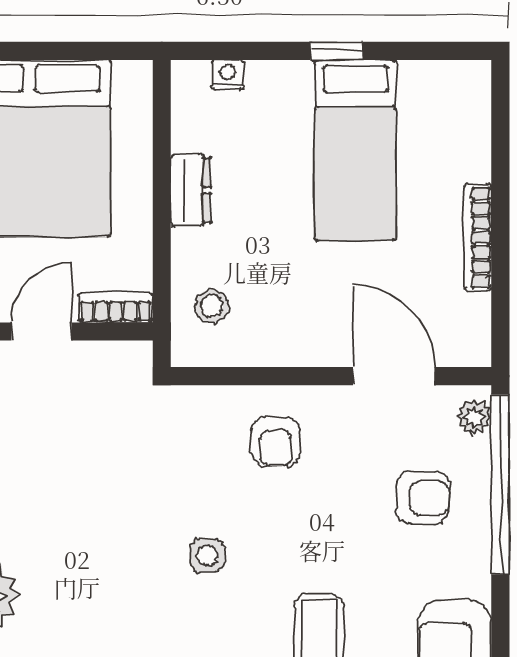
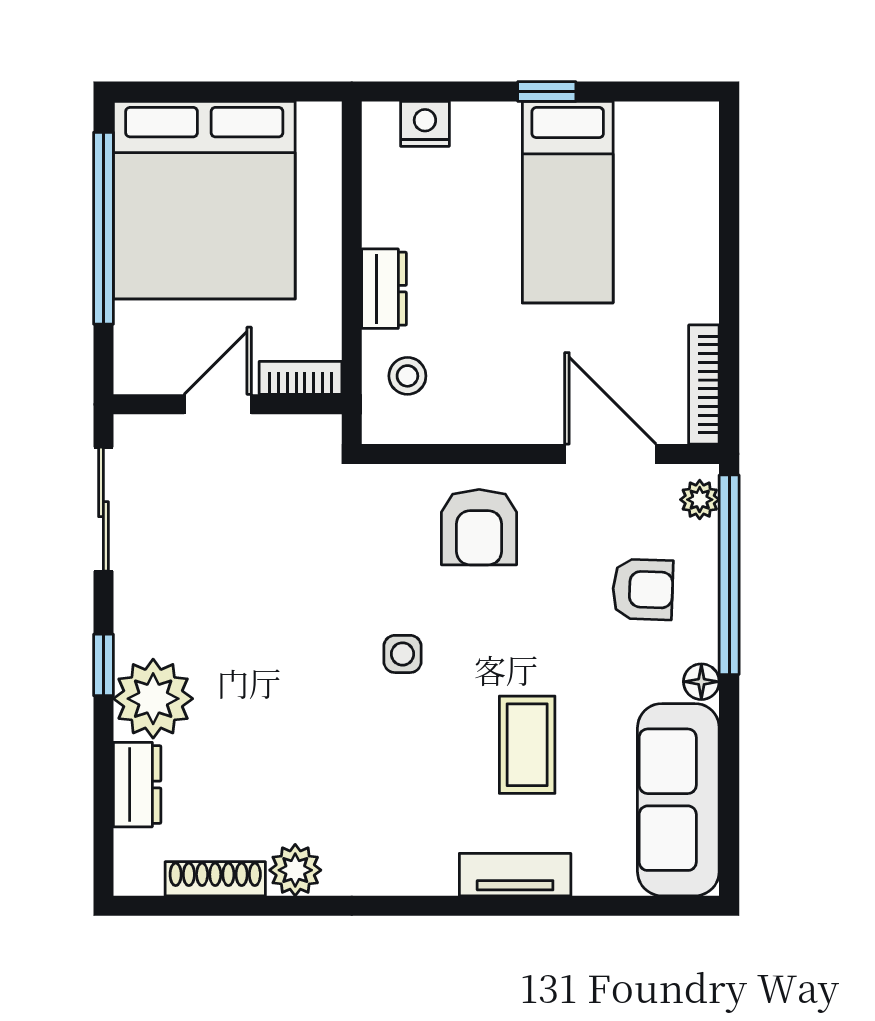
nightstand: (227, 75) -> (425, 124), width x1.39, depth x1.35
dresser: (191, 190) -> (384, 289), moved
bookcase: (478, 237) -> (704, 384), moved
armchair: (276, 442) -> (479, 527), width x1.38, depth x1.38
floor lamp: (475, 581) -> (701, 682), added

